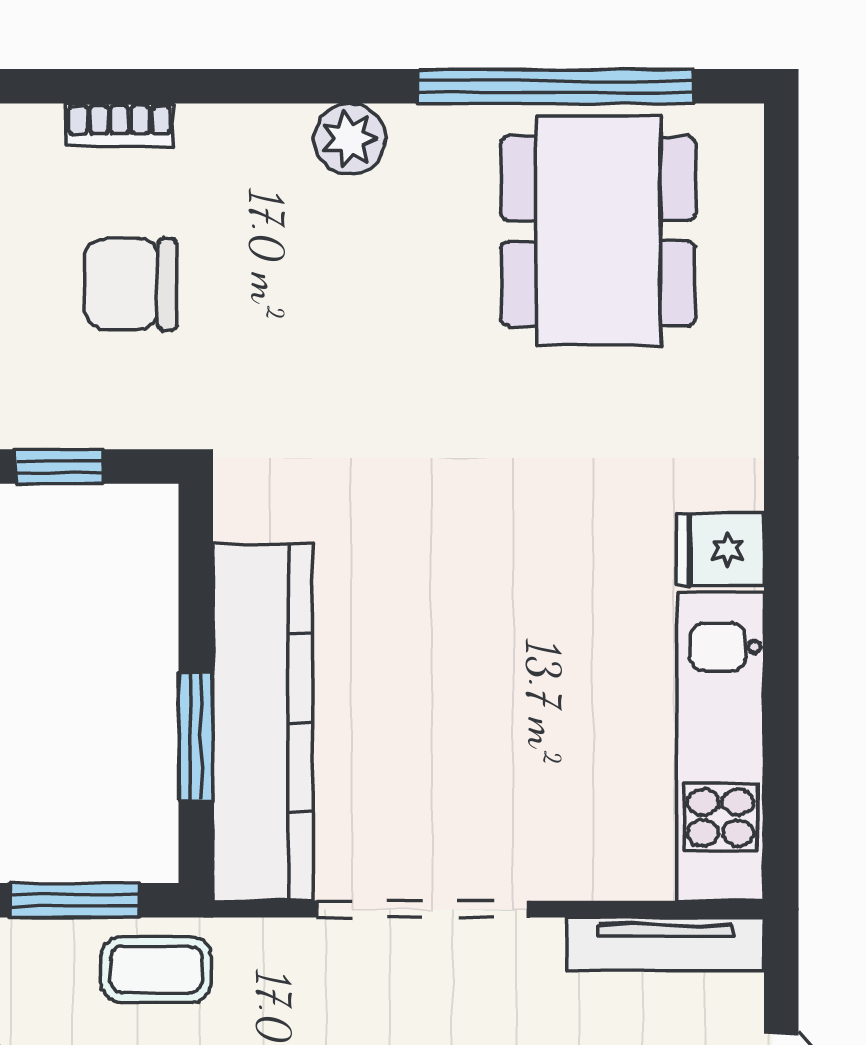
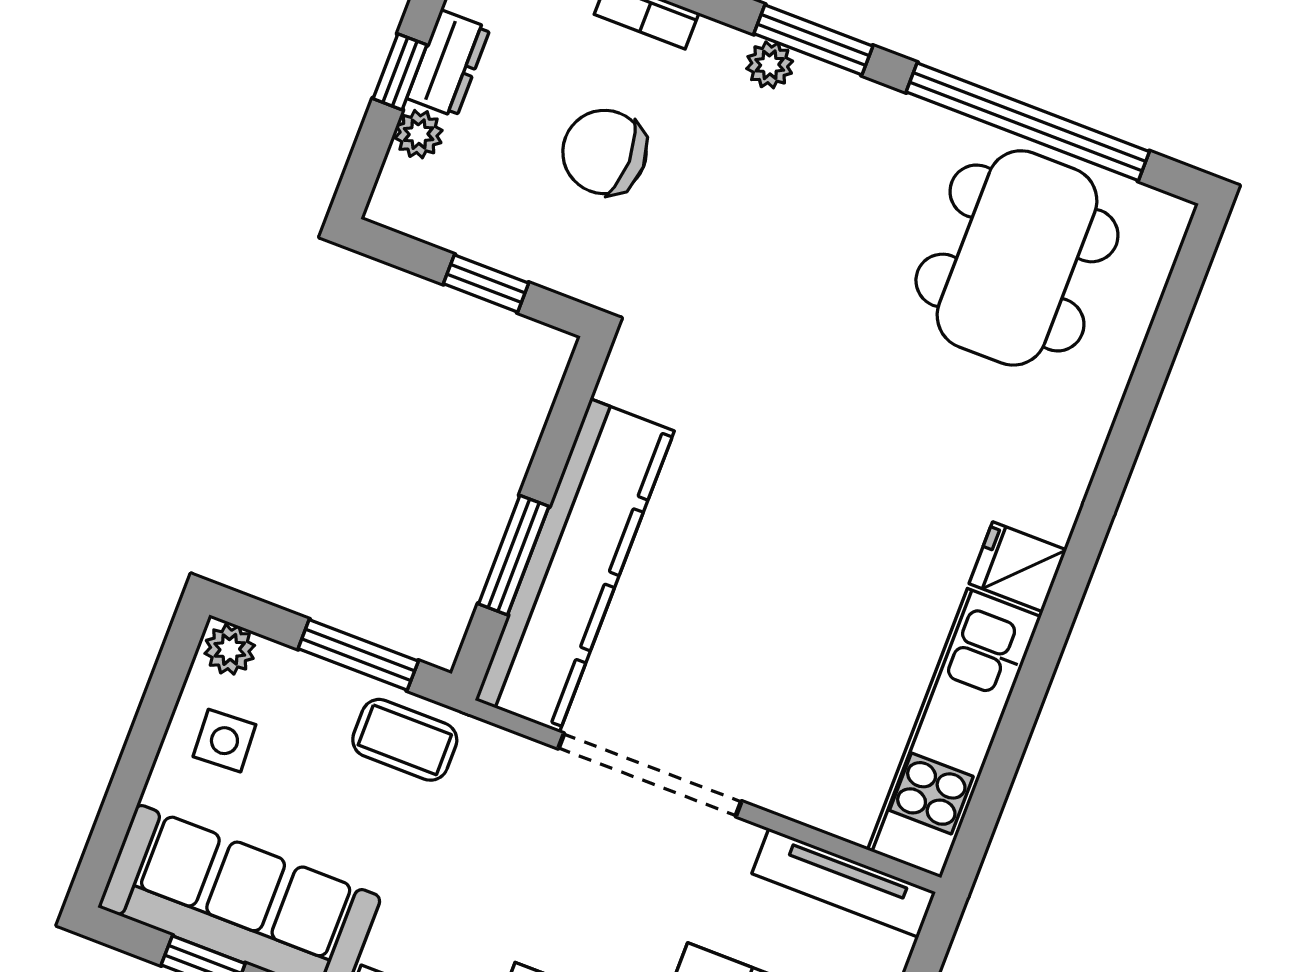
window: (302, 86) -> (813, 40), added
plant: (349, 139) -> (770, 65), moved, width x0.73, depth x0.73

